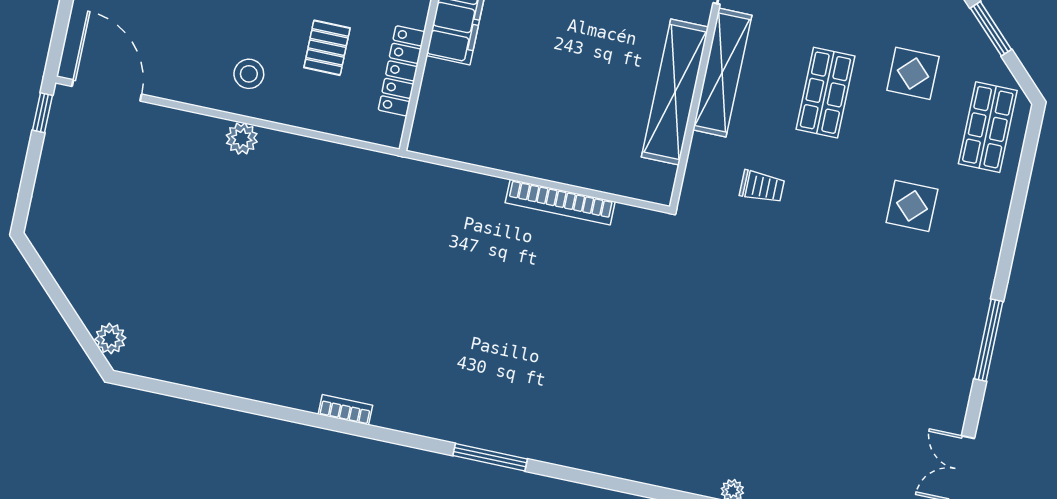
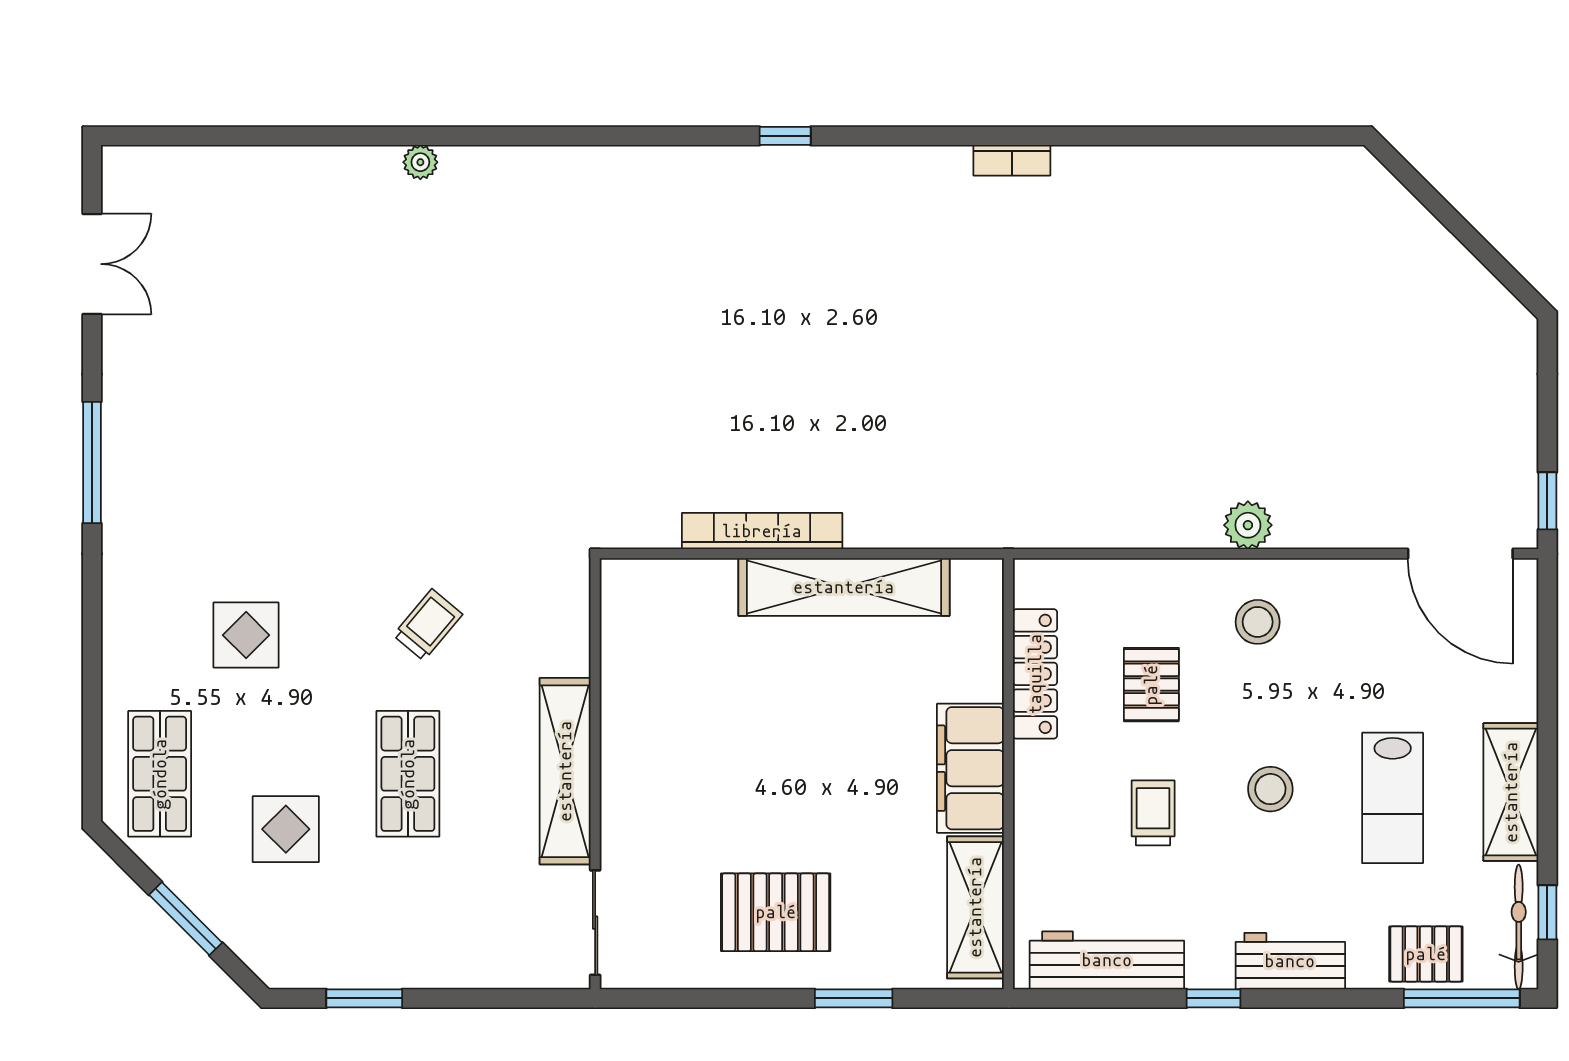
shelving: (675, 92) -> (844, 587), moved, turned 90
trolley: (762, 187) -> (428, 625), moved, turned 130
plant: (110, 339) -> (1378, 191), removed
window: (490, 457) -> (785, 136), width x0.46

